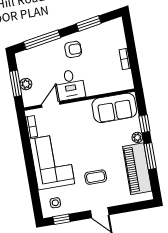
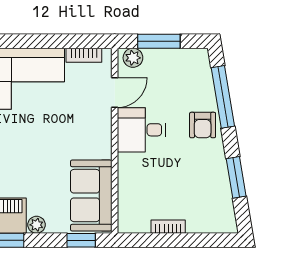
armchair: (73, 49) -> (203, 125), moved
plant: (26, 84) -> (133, 58), moved
door: (51, 105) -> (115, 93), hinge flipped
window: (144, 124) -> (81, 240), moved

